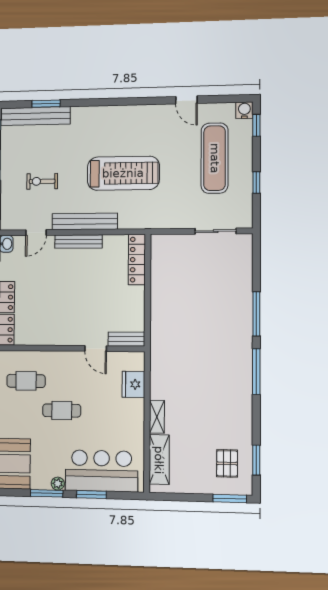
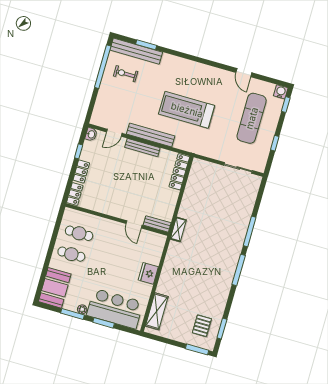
treadmill: (123, 173) -> (187, 110), turned 180
exercise bike: (42, 181) -> (126, 74), moved
fridge: (133, 384) -> (148, 273), moved
cafe table: (62, 411) -> (71, 254), moved
shelving: (157, 417) -> (178, 229), moved

